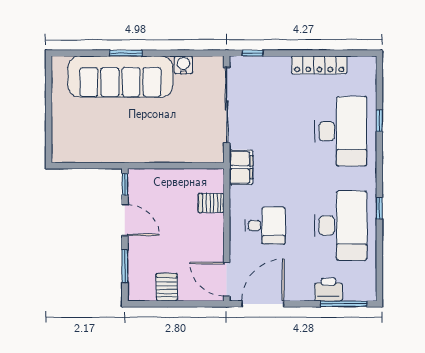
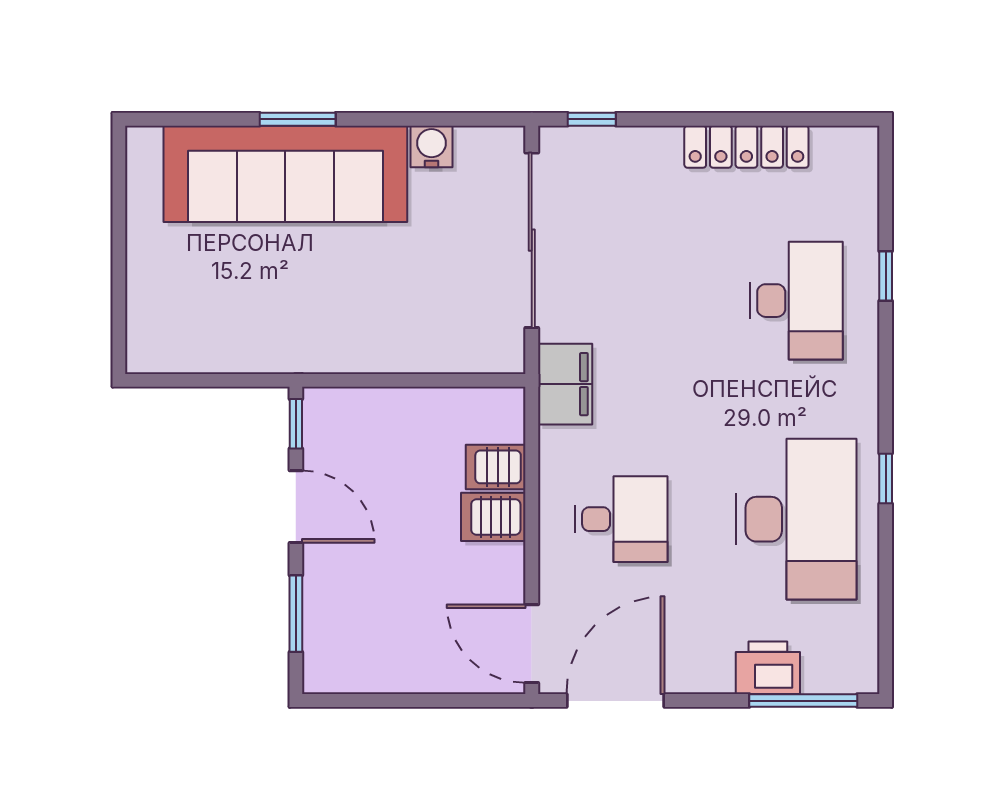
desk: (341, 131) -> (796, 301), width x0.73, depth x0.77
server rack: (167, 287) -> (493, 517), moved, turned -90

